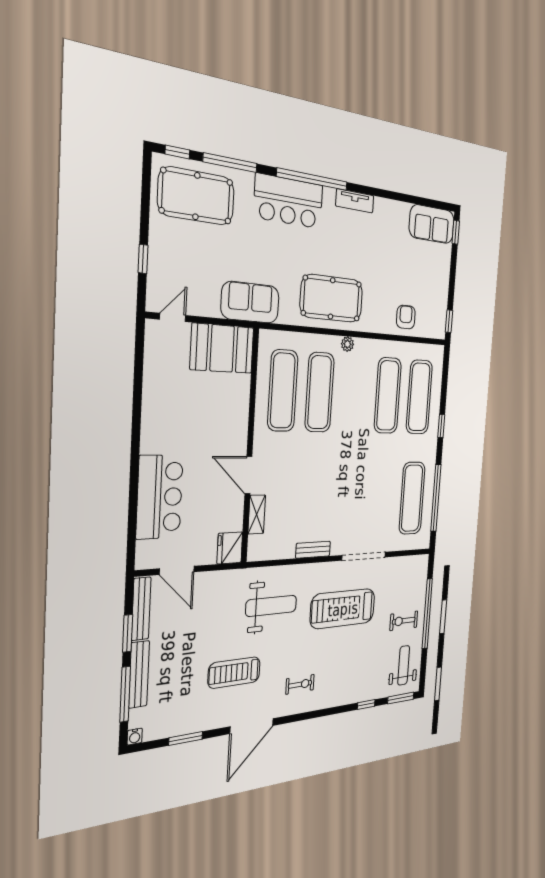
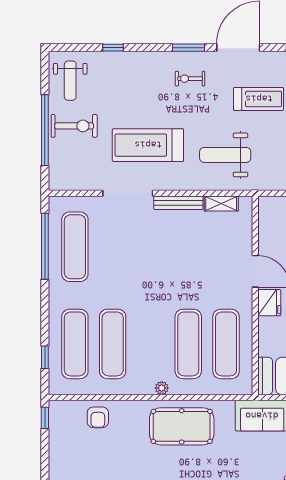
window: (441, 426) -> (45, 357), moved
shelving: (257, 514) -> (221, 203), moved, turned 90
fridge: (230, 548) -> (269, 303), moved
bench: (313, 550) -> (178, 203), width x1.36
treadmill: (343, 609) -> (148, 145), turned 180
exercise bike: (404, 621) -> (74, 126), width x1.38, depth x1.39
window: (401, 698) -> (188, 48), moved

